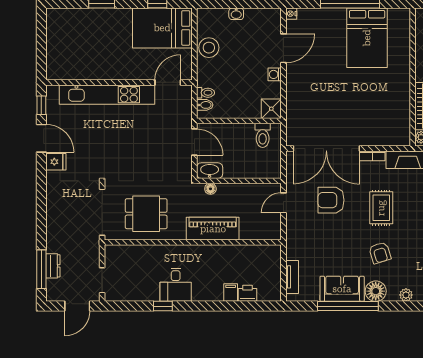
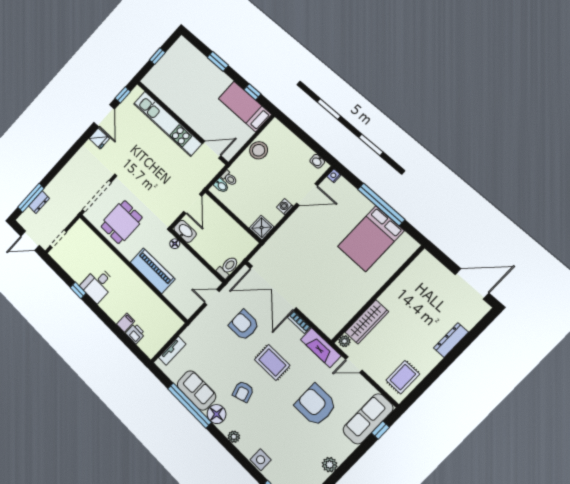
washbasin: (236, 14) -> (317, 161), moved
bed: (162, 28) -> (245, 106), width x0.67
window: (41, 45) -> (157, 56), added
toilet: (263, 135) -> (228, 267), moved, turned 180
rug: (381, 208) -> (272, 363), turned 90
dining table: (146, 214) -> (122, 222), turned 90

